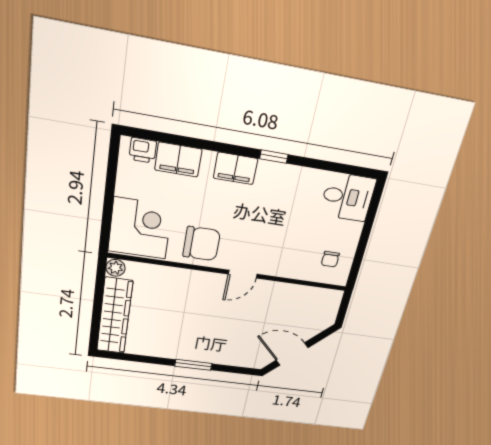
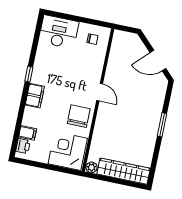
filing cabinet: (178, 160) -> (28, 133), width x0.50
desk: (348, 197) -> (59, 32), width x1.37
door: (292, 354) -> (158, 61), hinge flipped

